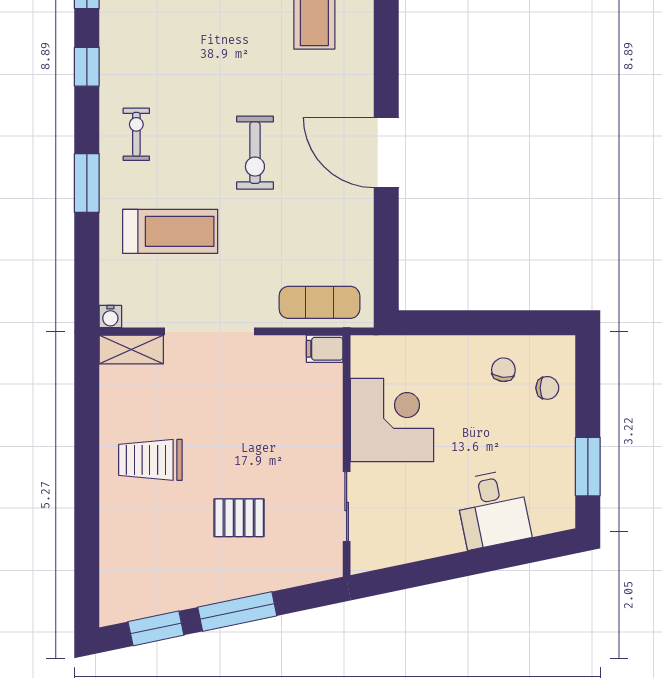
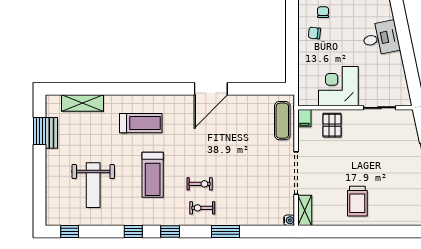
exercise bike: (255, 153) -> (200, 184), moved, width x0.73, depth x0.72
treadmill: (170, 231) -> (153, 175), moved, turned 180
pallet: (239, 518) -> (332, 125), moved

